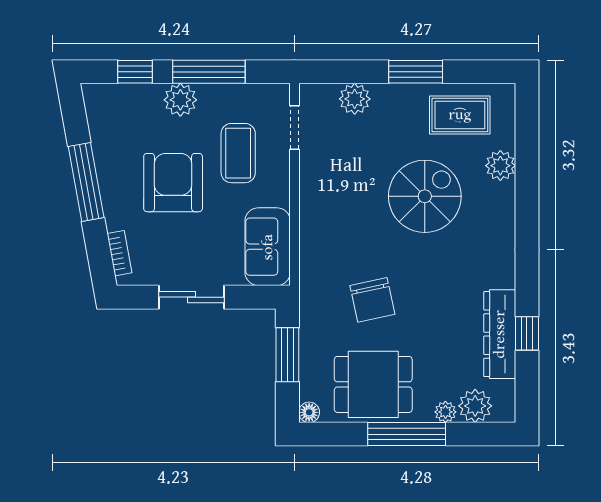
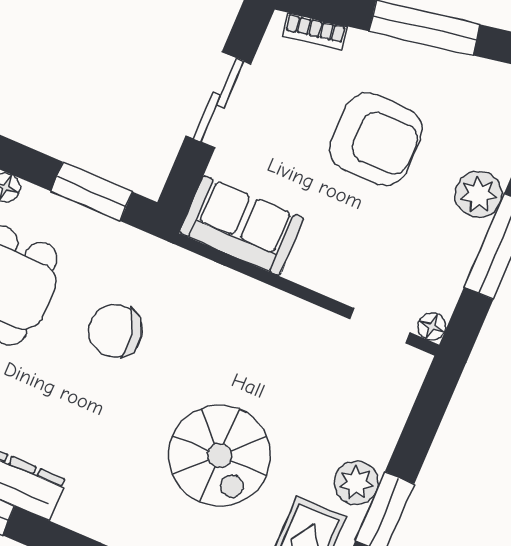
floor lamp: (280, 93) -> (432, 327), added
plant: (355, 99) -> (356, 483), moved
coffee table: (238, 153) -> (378, 239), removed

